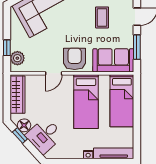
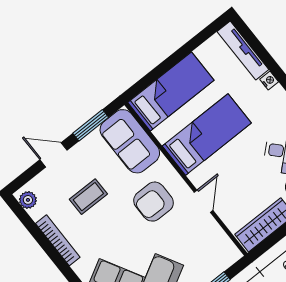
plant: (17, 58) -> (220, 260), removed
armchair: (75, 59) -> (154, 202), moved
door: (54, 73) -> (204, 201), hinge flipped

